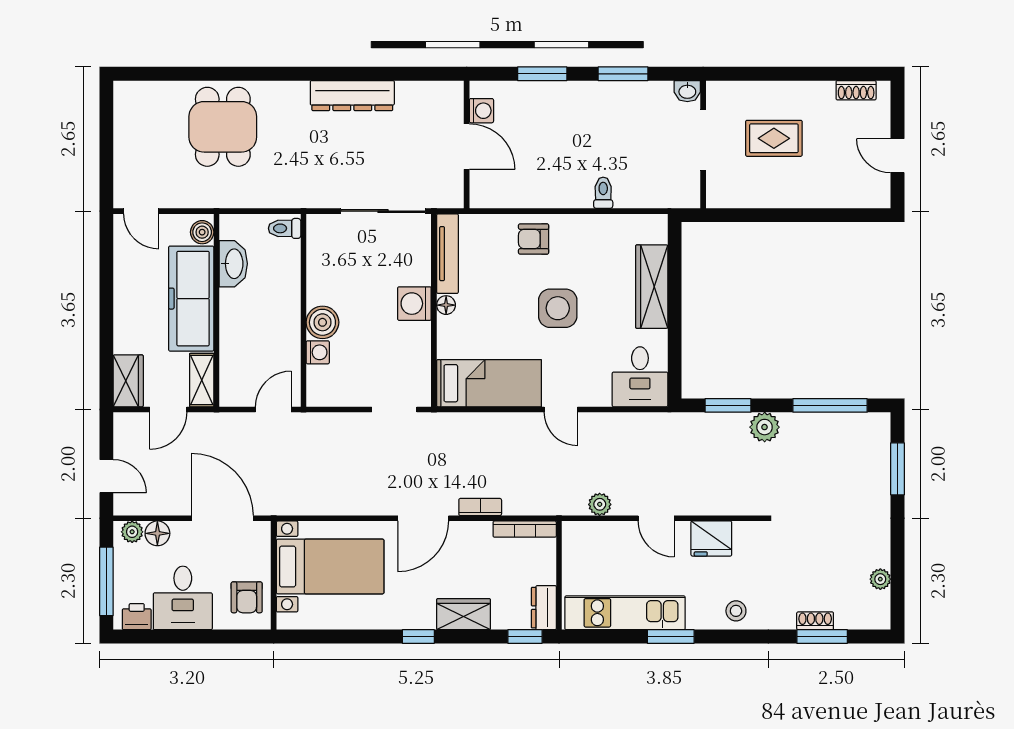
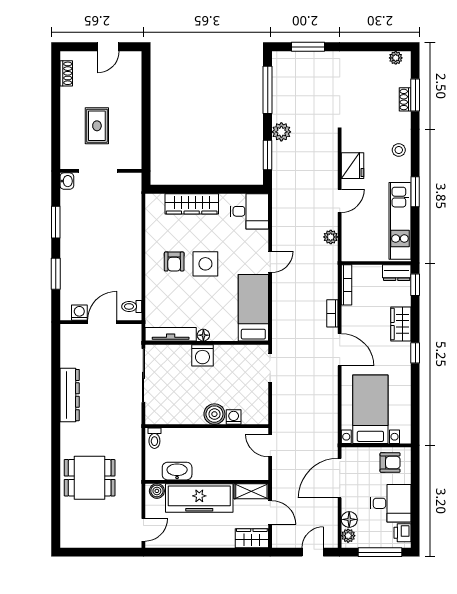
toilet: (603, 193) -> (132, 306), moved
armchair: (534, 239) -> (174, 261), moved
plant: (880, 579) -> (396, 58), moved

